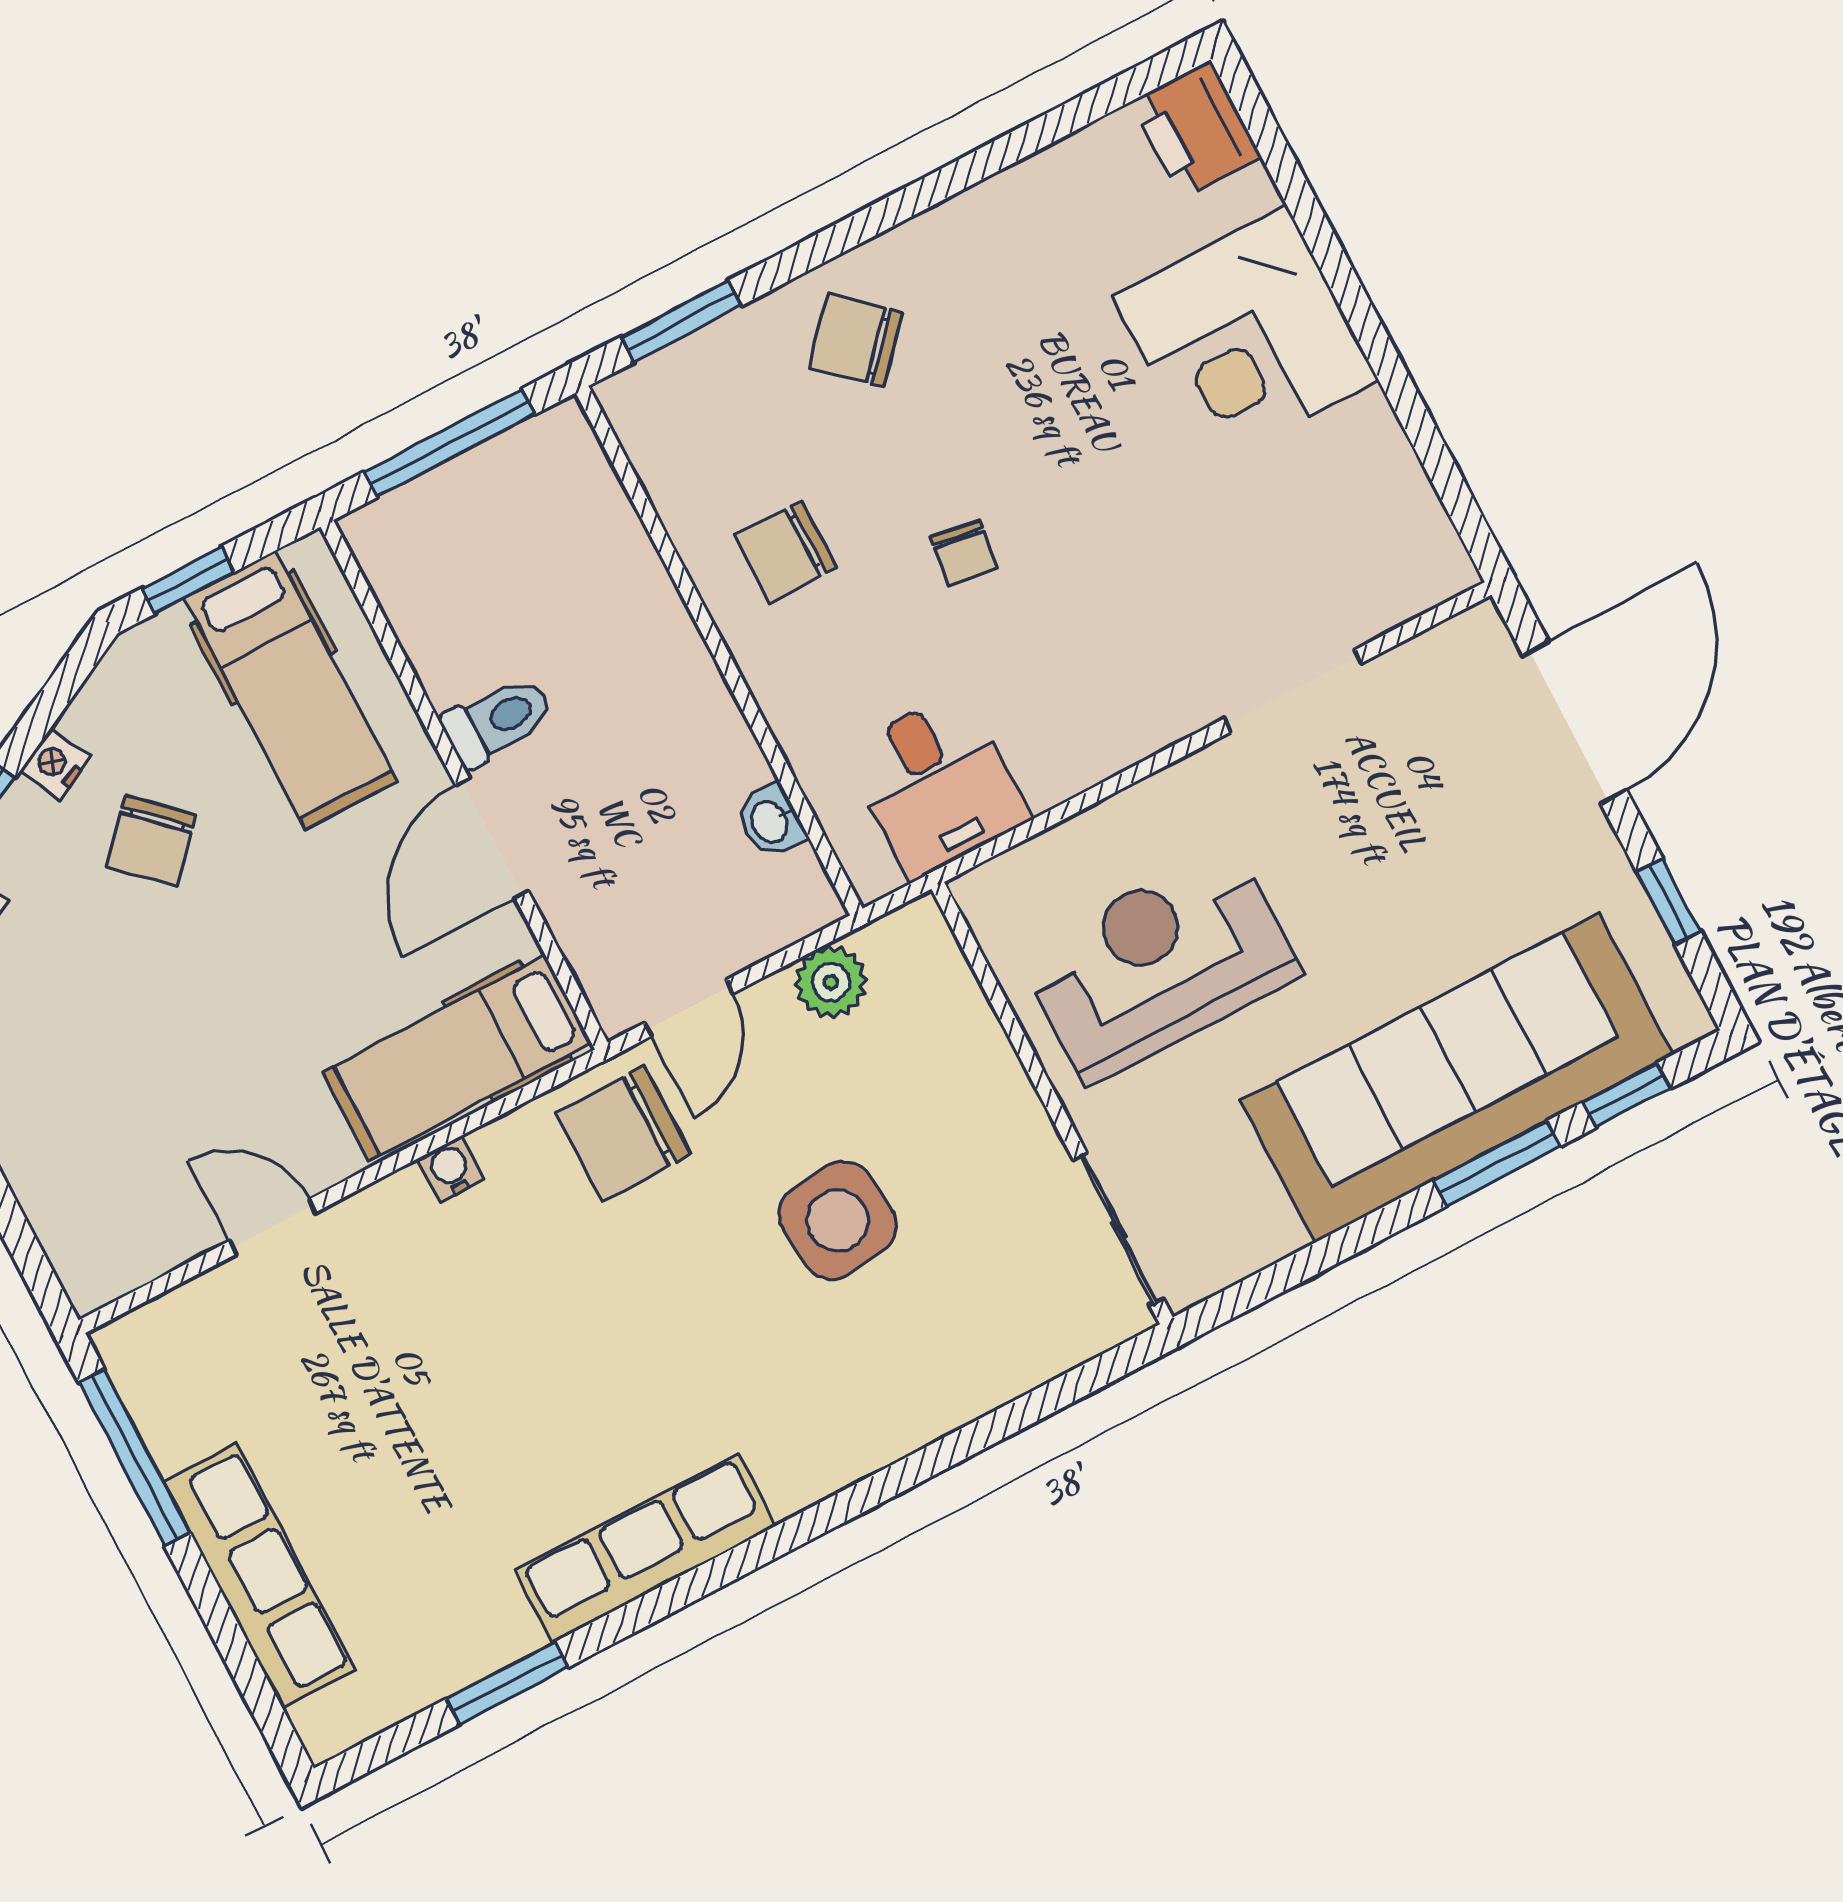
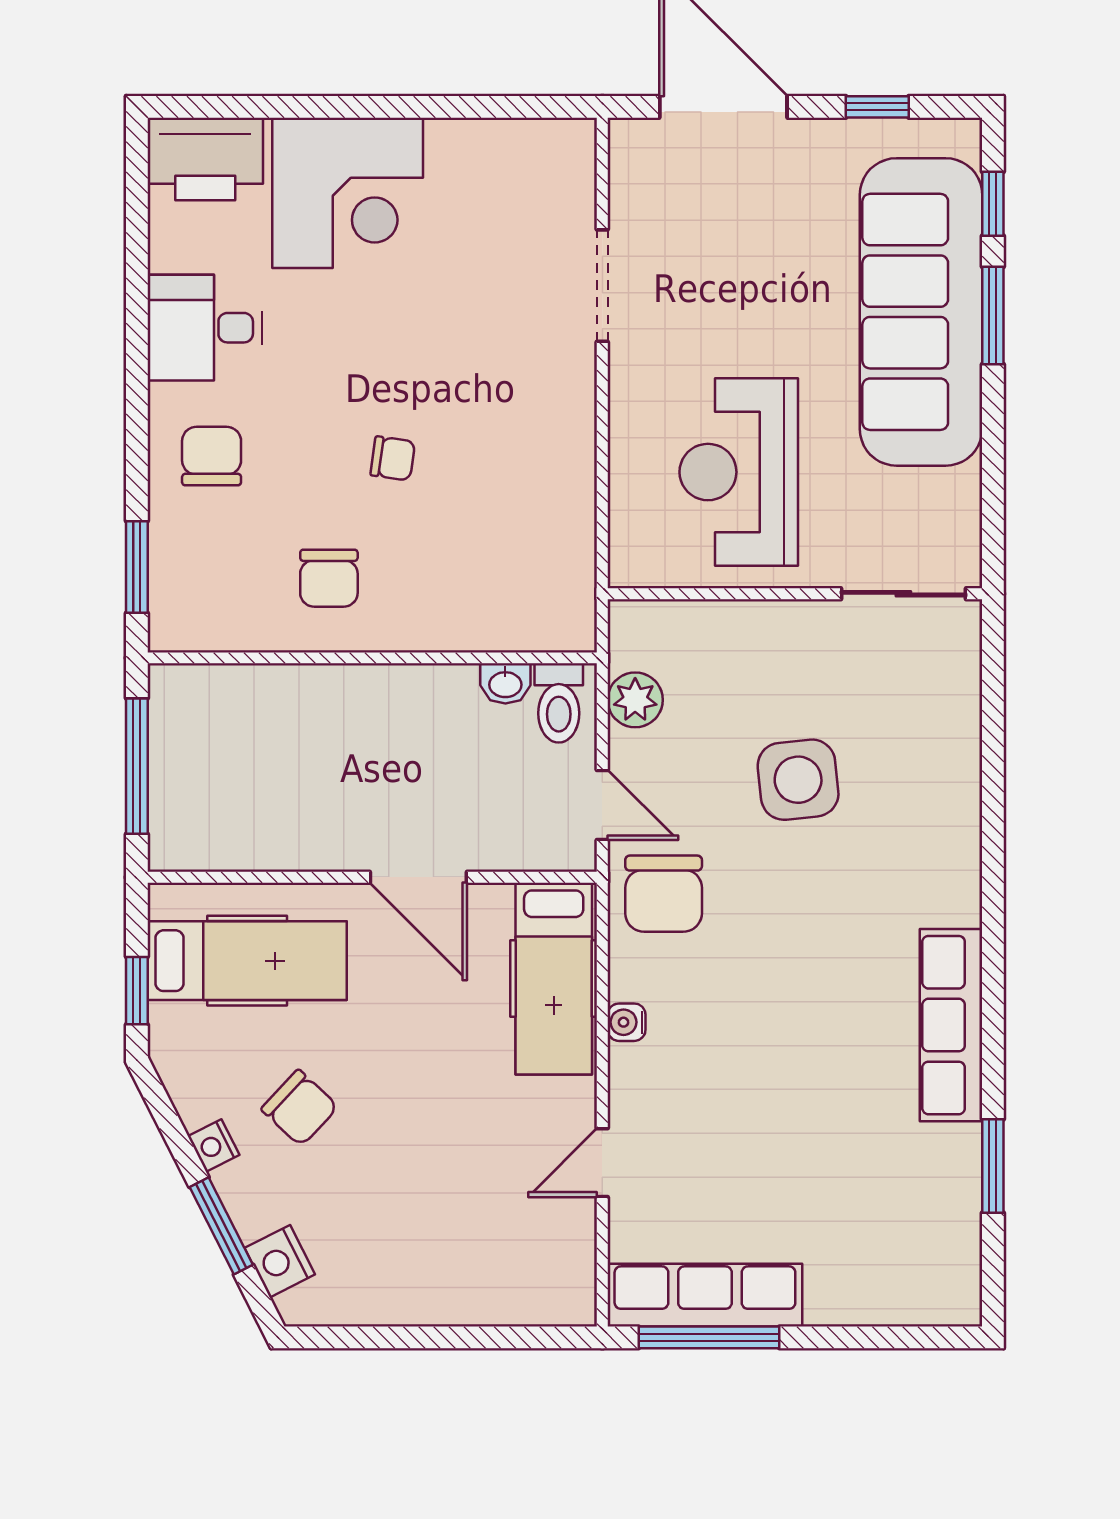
printer: (1196, 129) -> (205, 159), width x1.37, depth x1.19
chair: (856, 340) -> (212, 456), turned 138
toilet: (497, 721) -> (559, 703), moved, turned 180
desk: (937, 785) -> (205, 328), moved, turned 180
row of seats: (259, 1576) -> (705, 1295), moved

